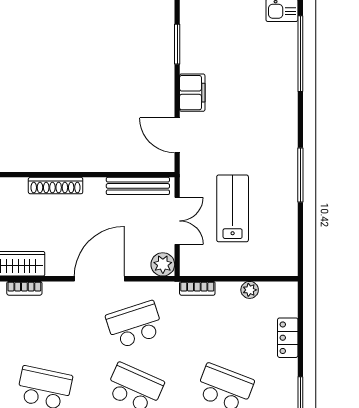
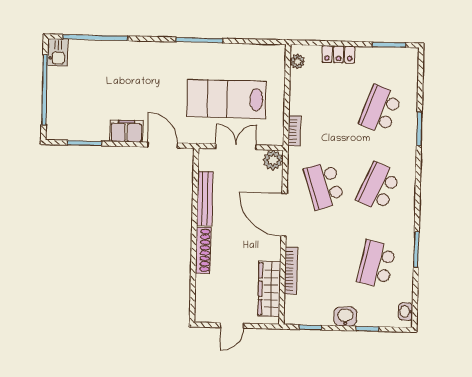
door: (177, 135) -> (163, 145), swing flipped
bench: (138, 186) -> (205, 199), moved
lab bench: (233, 208) -> (226, 99), width x1.36, depth x1.39
bookcase: (24, 288) -> (291, 271), width x1.56
plant: (250, 290) -> (297, 61), moved

